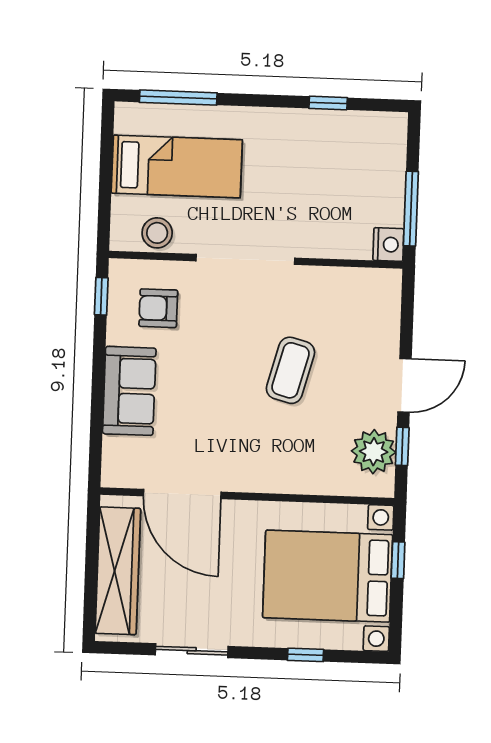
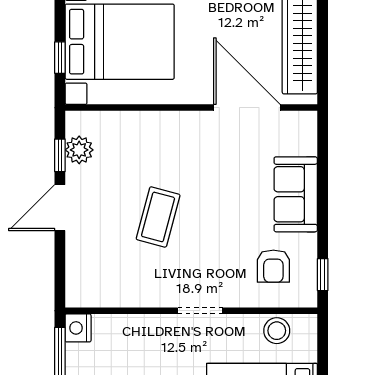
doorway: (245, 259) -> (200, 311), width x0.53
armchair: (158, 308) -> (273, 266), turned 90
plant: (374, 452) -> (79, 150), width x0.73, depth x0.73

